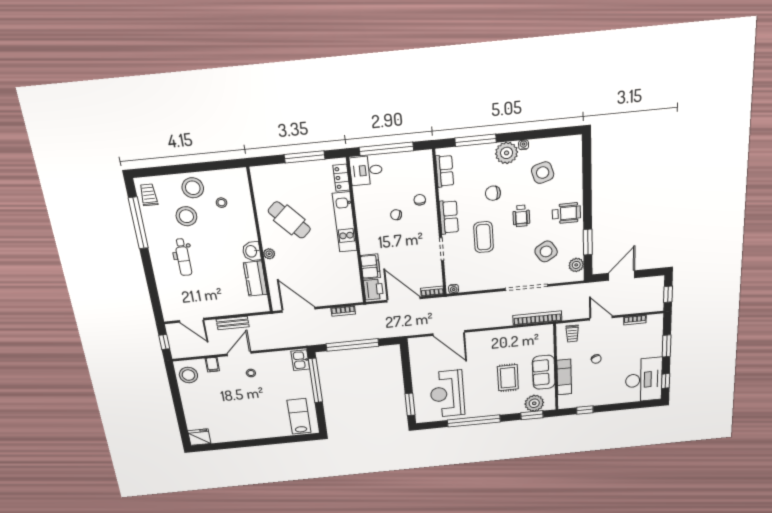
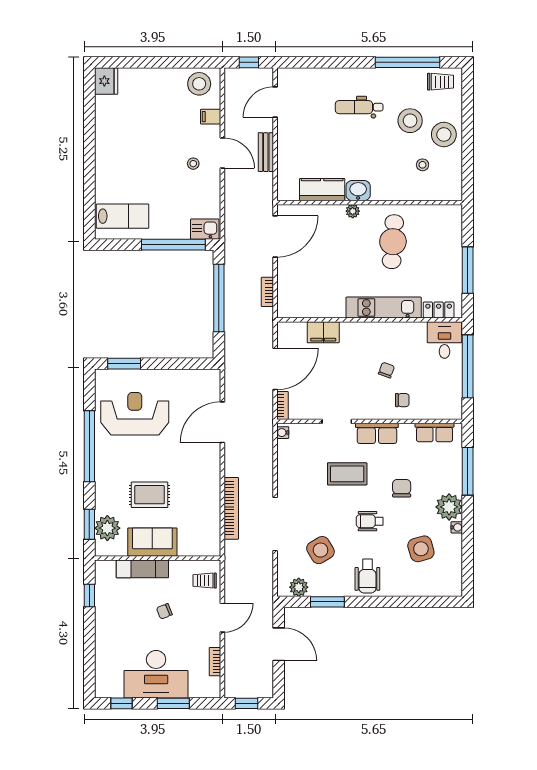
cafe table: (289, 220) -> (393, 242), turned -43
printer: (373, 289) -> (292, 333), removed
bookcase: (537, 318) -> (231, 508), moved
desk: (644, 380) -> (156, 674), moved

